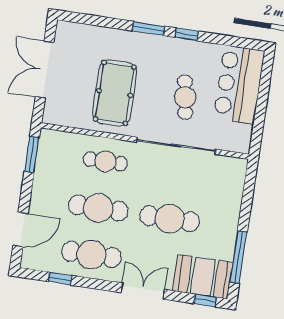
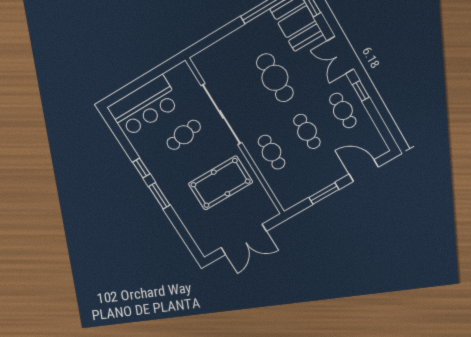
window: (32, 155) -> (324, 193), moved
cafe table: (98, 208) -> (307, 131), width x0.73, depth x0.74
cafe table: (91, 254) -> (343, 111), width x0.73, depth x0.74
window: (60, 279) -> (361, 91), moved

